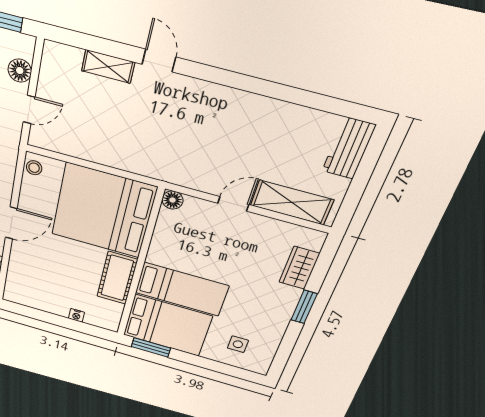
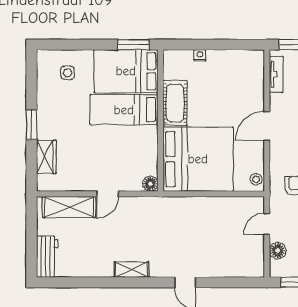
shelving: (108, 67) -> (131, 270), moved

